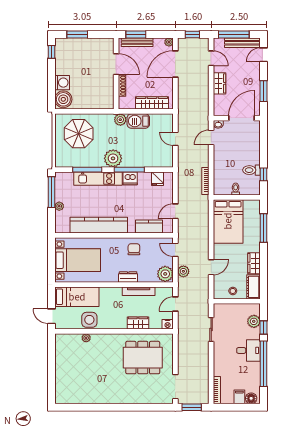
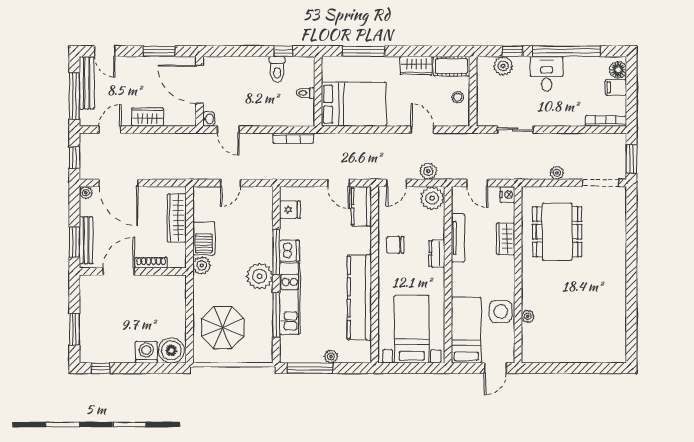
kitchen counter: (149, 226) -> (361, 206), moved
plant: (182, 357) -> (557, 173), added

